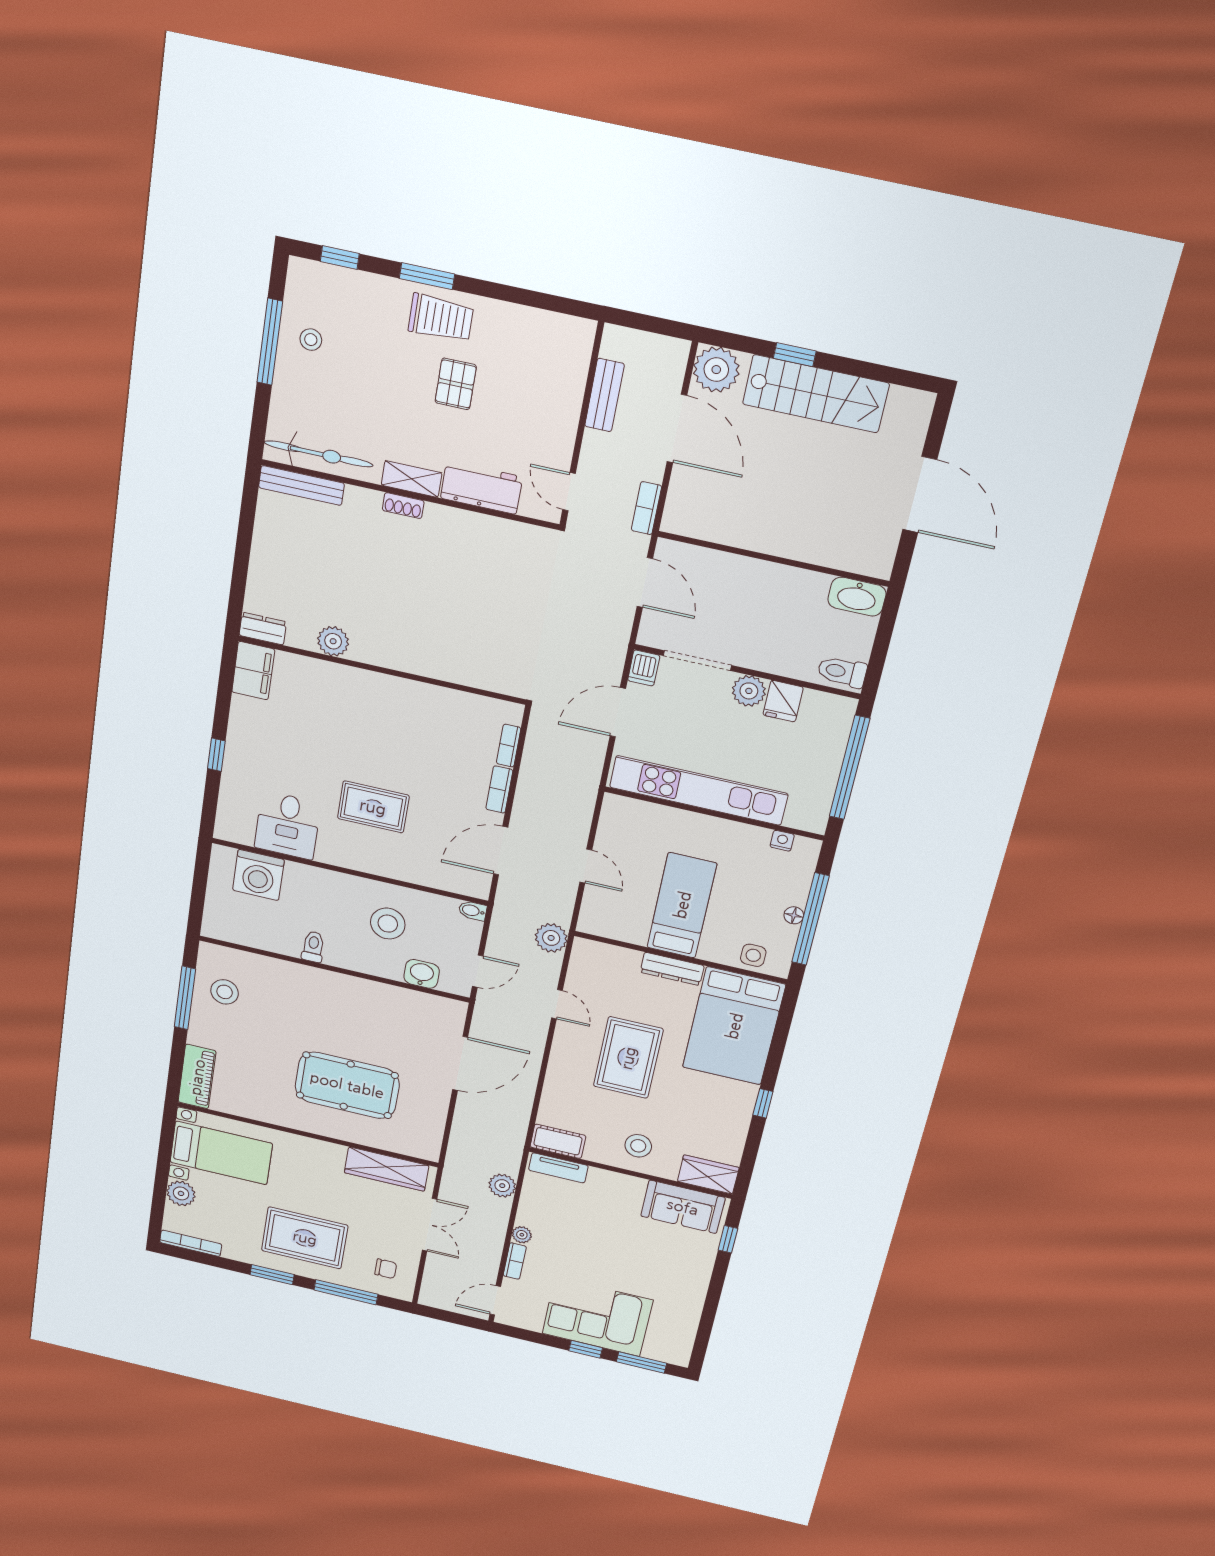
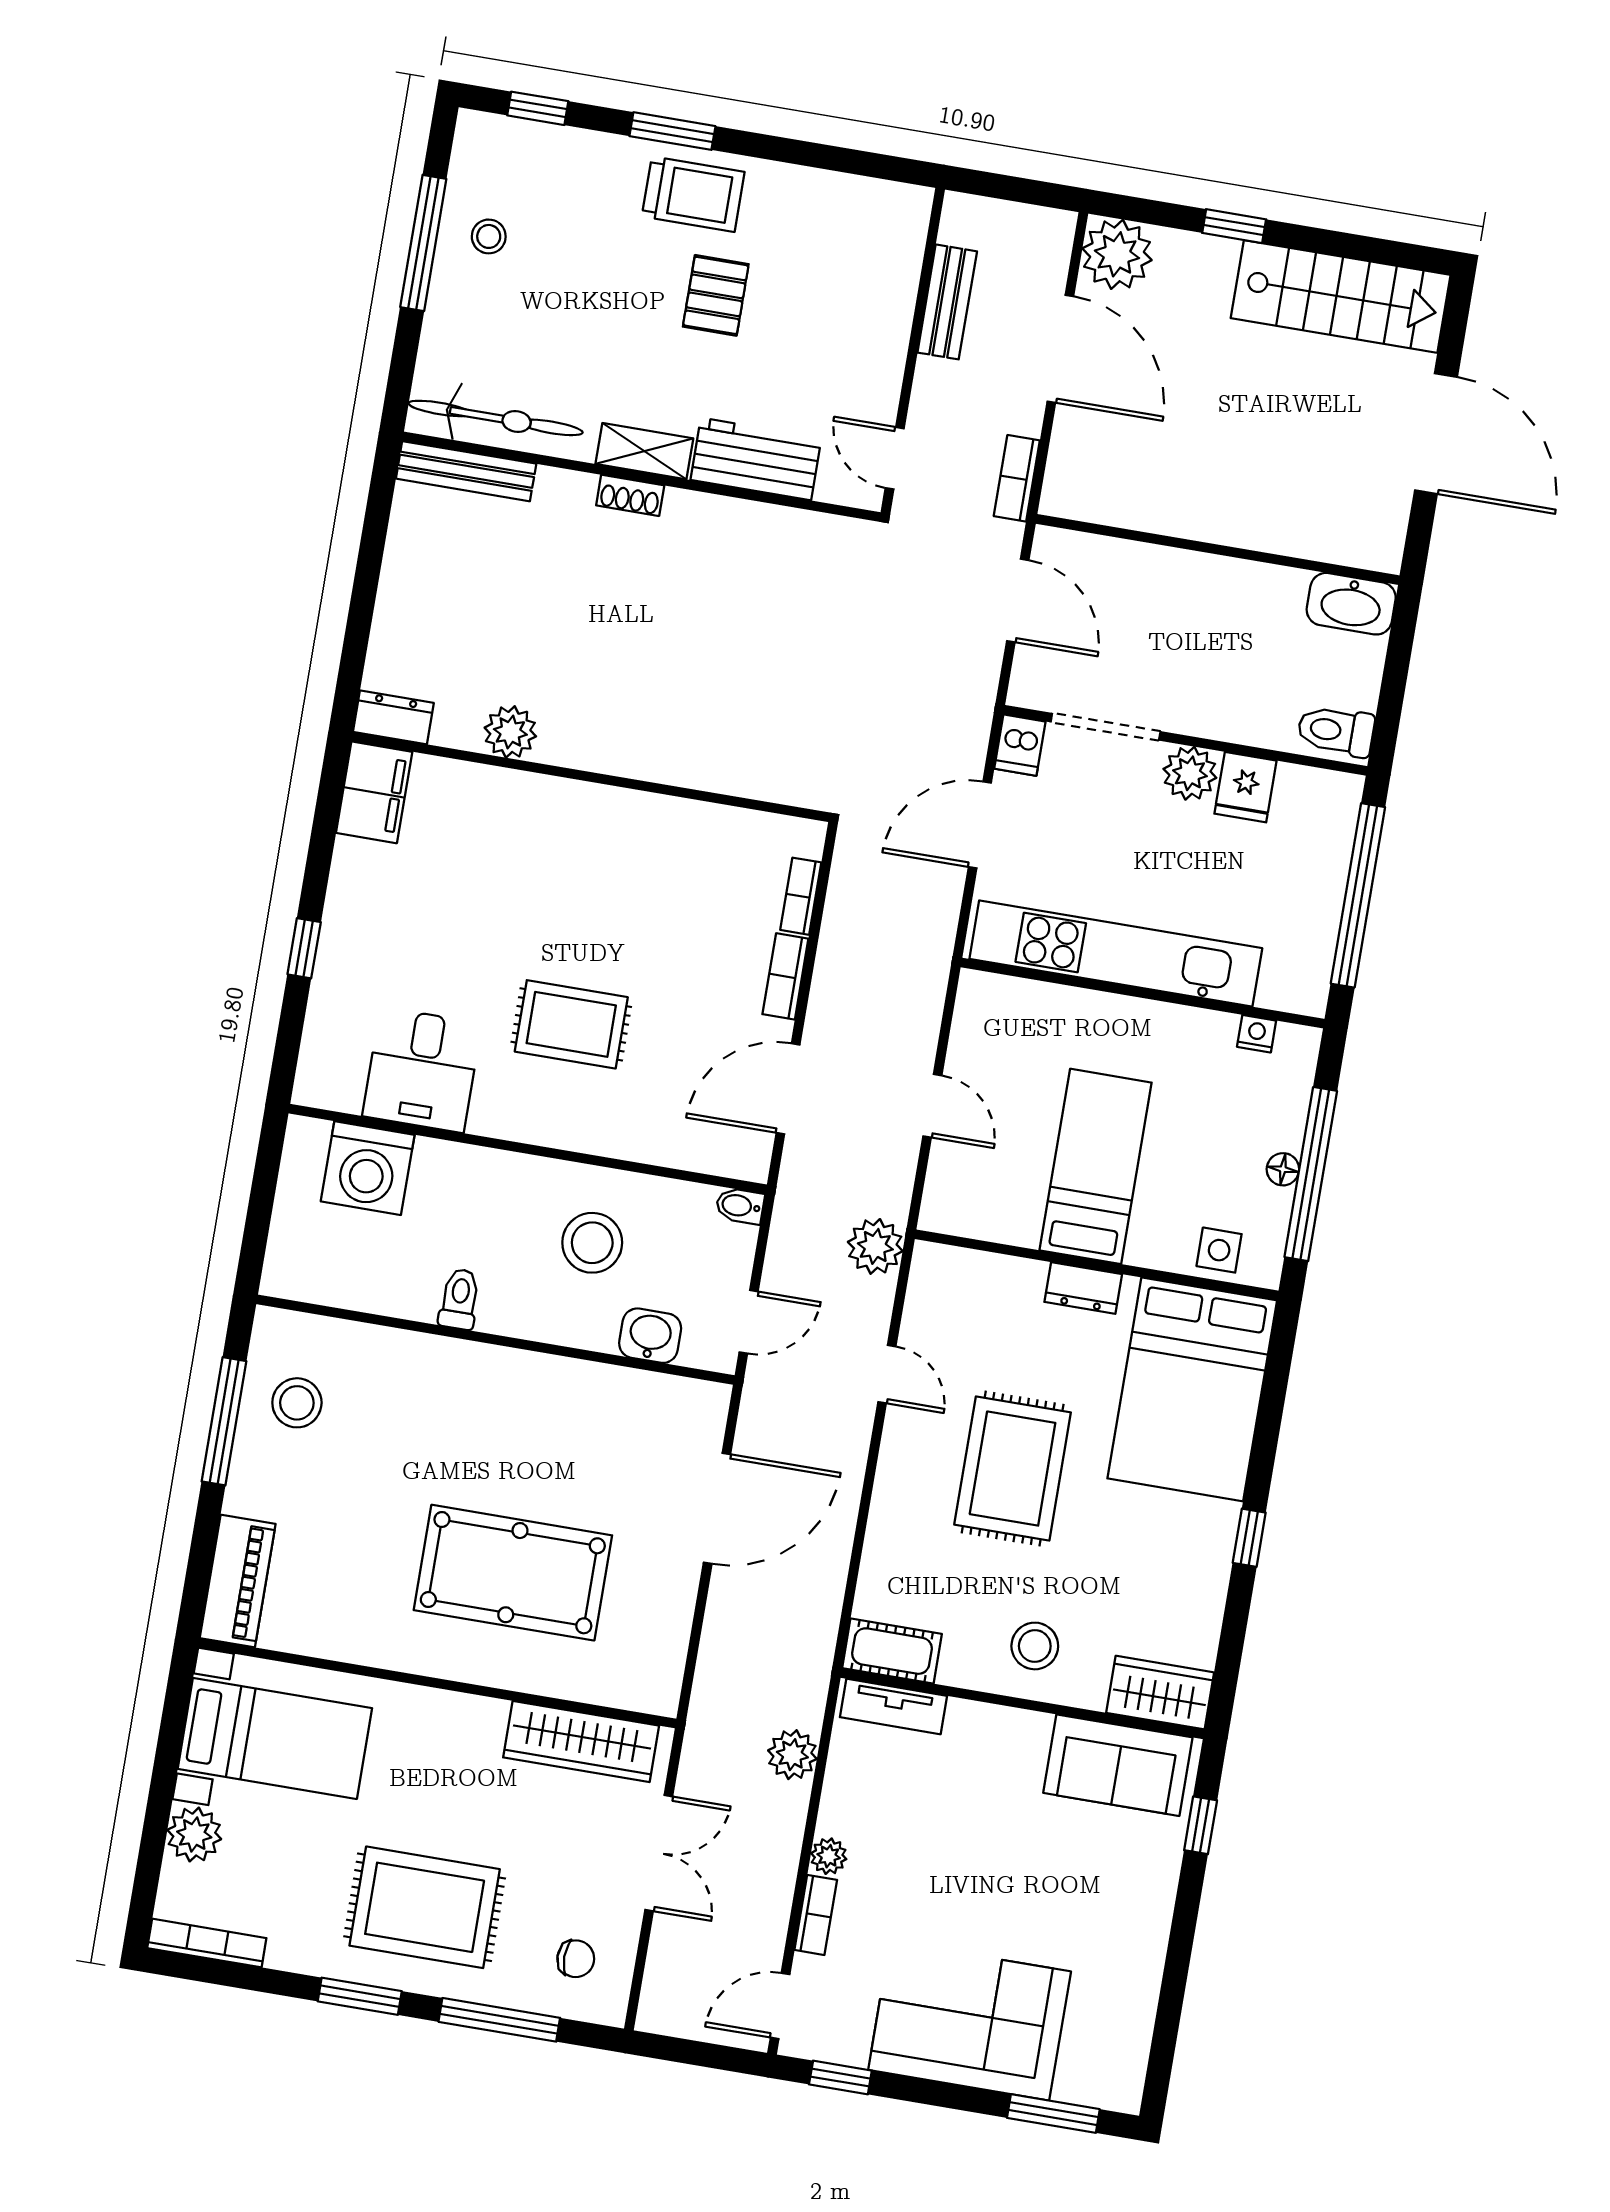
stairs: (816, 394) -> (1341, 296), moved
dresser: (672, 969) -> (1083, 1288), width x0.70
window: (586, 1349) -> (840, 2078), moved

